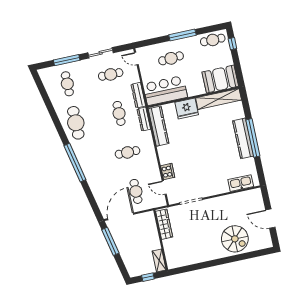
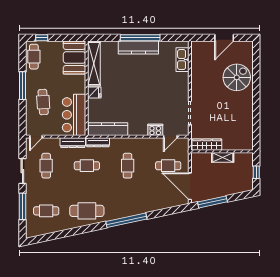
fridge: (187, 109) -> (94, 92), width x0.53, depth x0.75
shelving: (159, 260) -> (223, 157), moved

